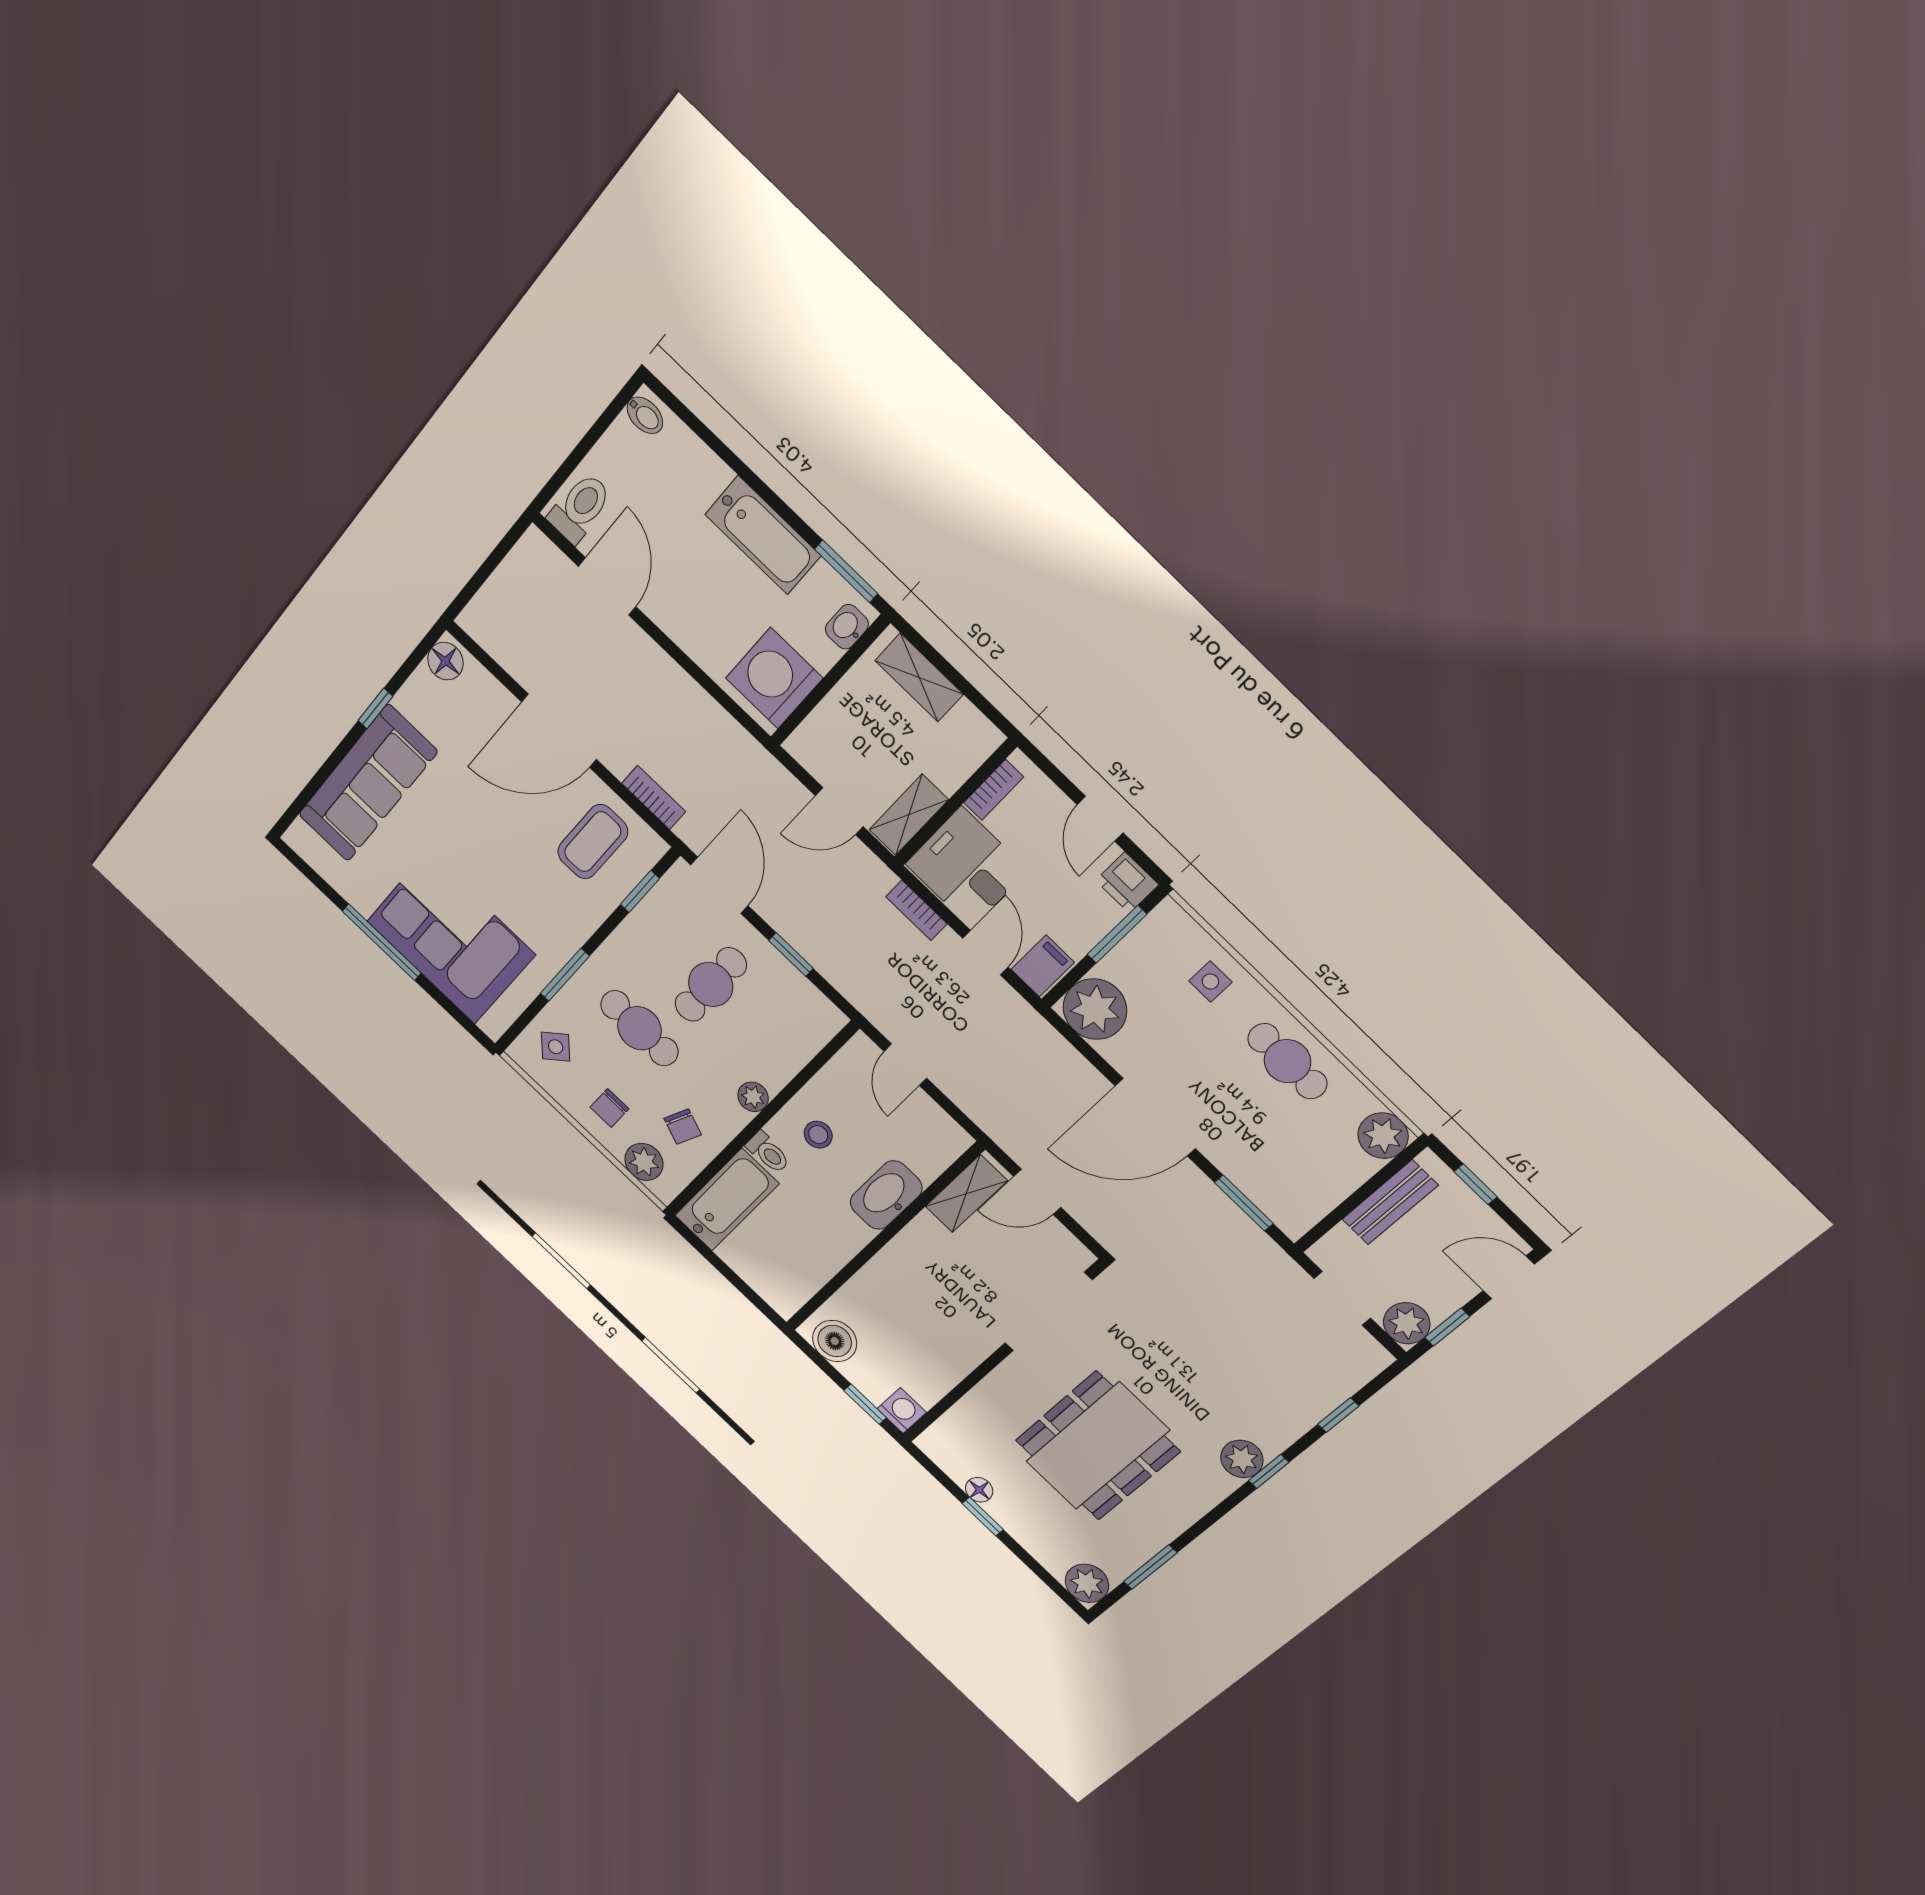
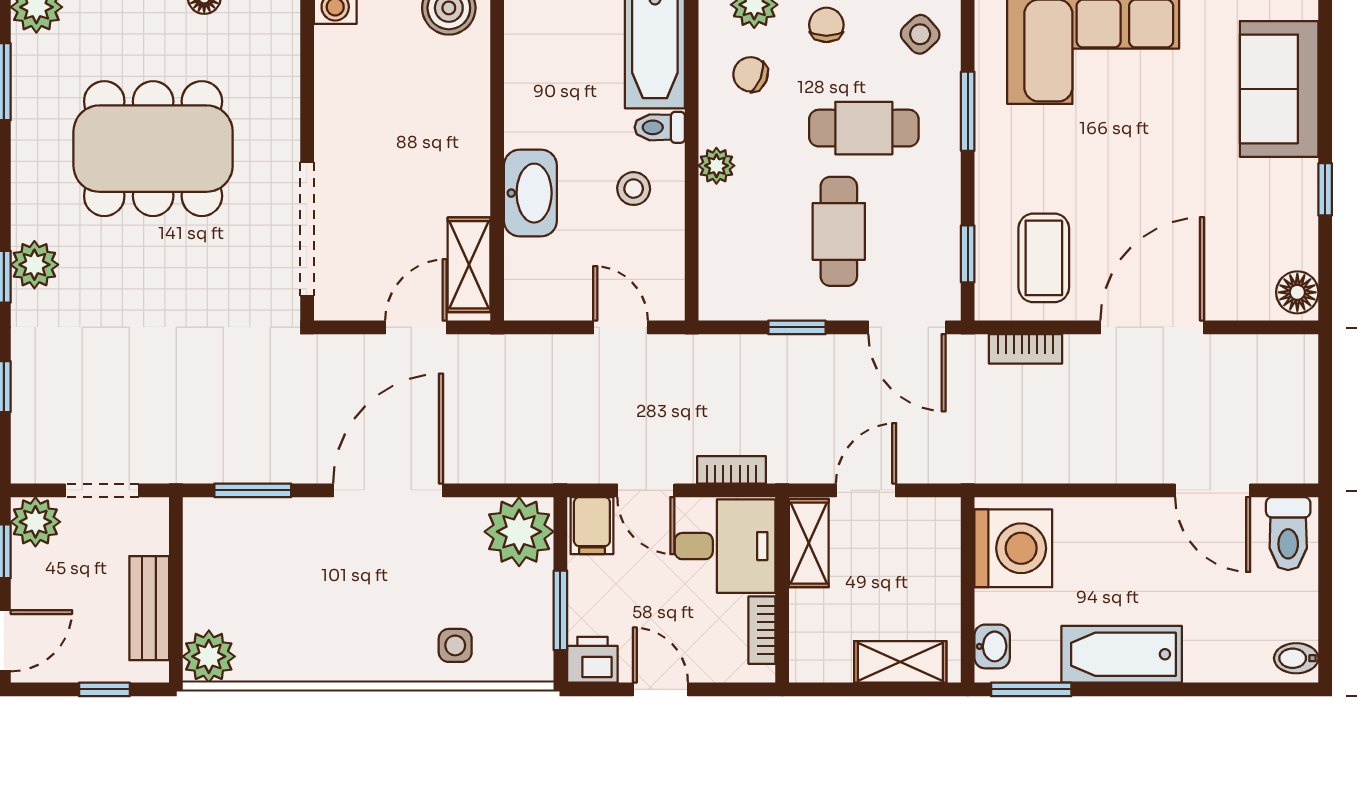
sofa: (368, 783) -> (1279, 89), width x0.73
cafe table: (1287, 1061) -> (337, 642), removed
dining table: (1097, 1446) -> (153, 149), turned 90

